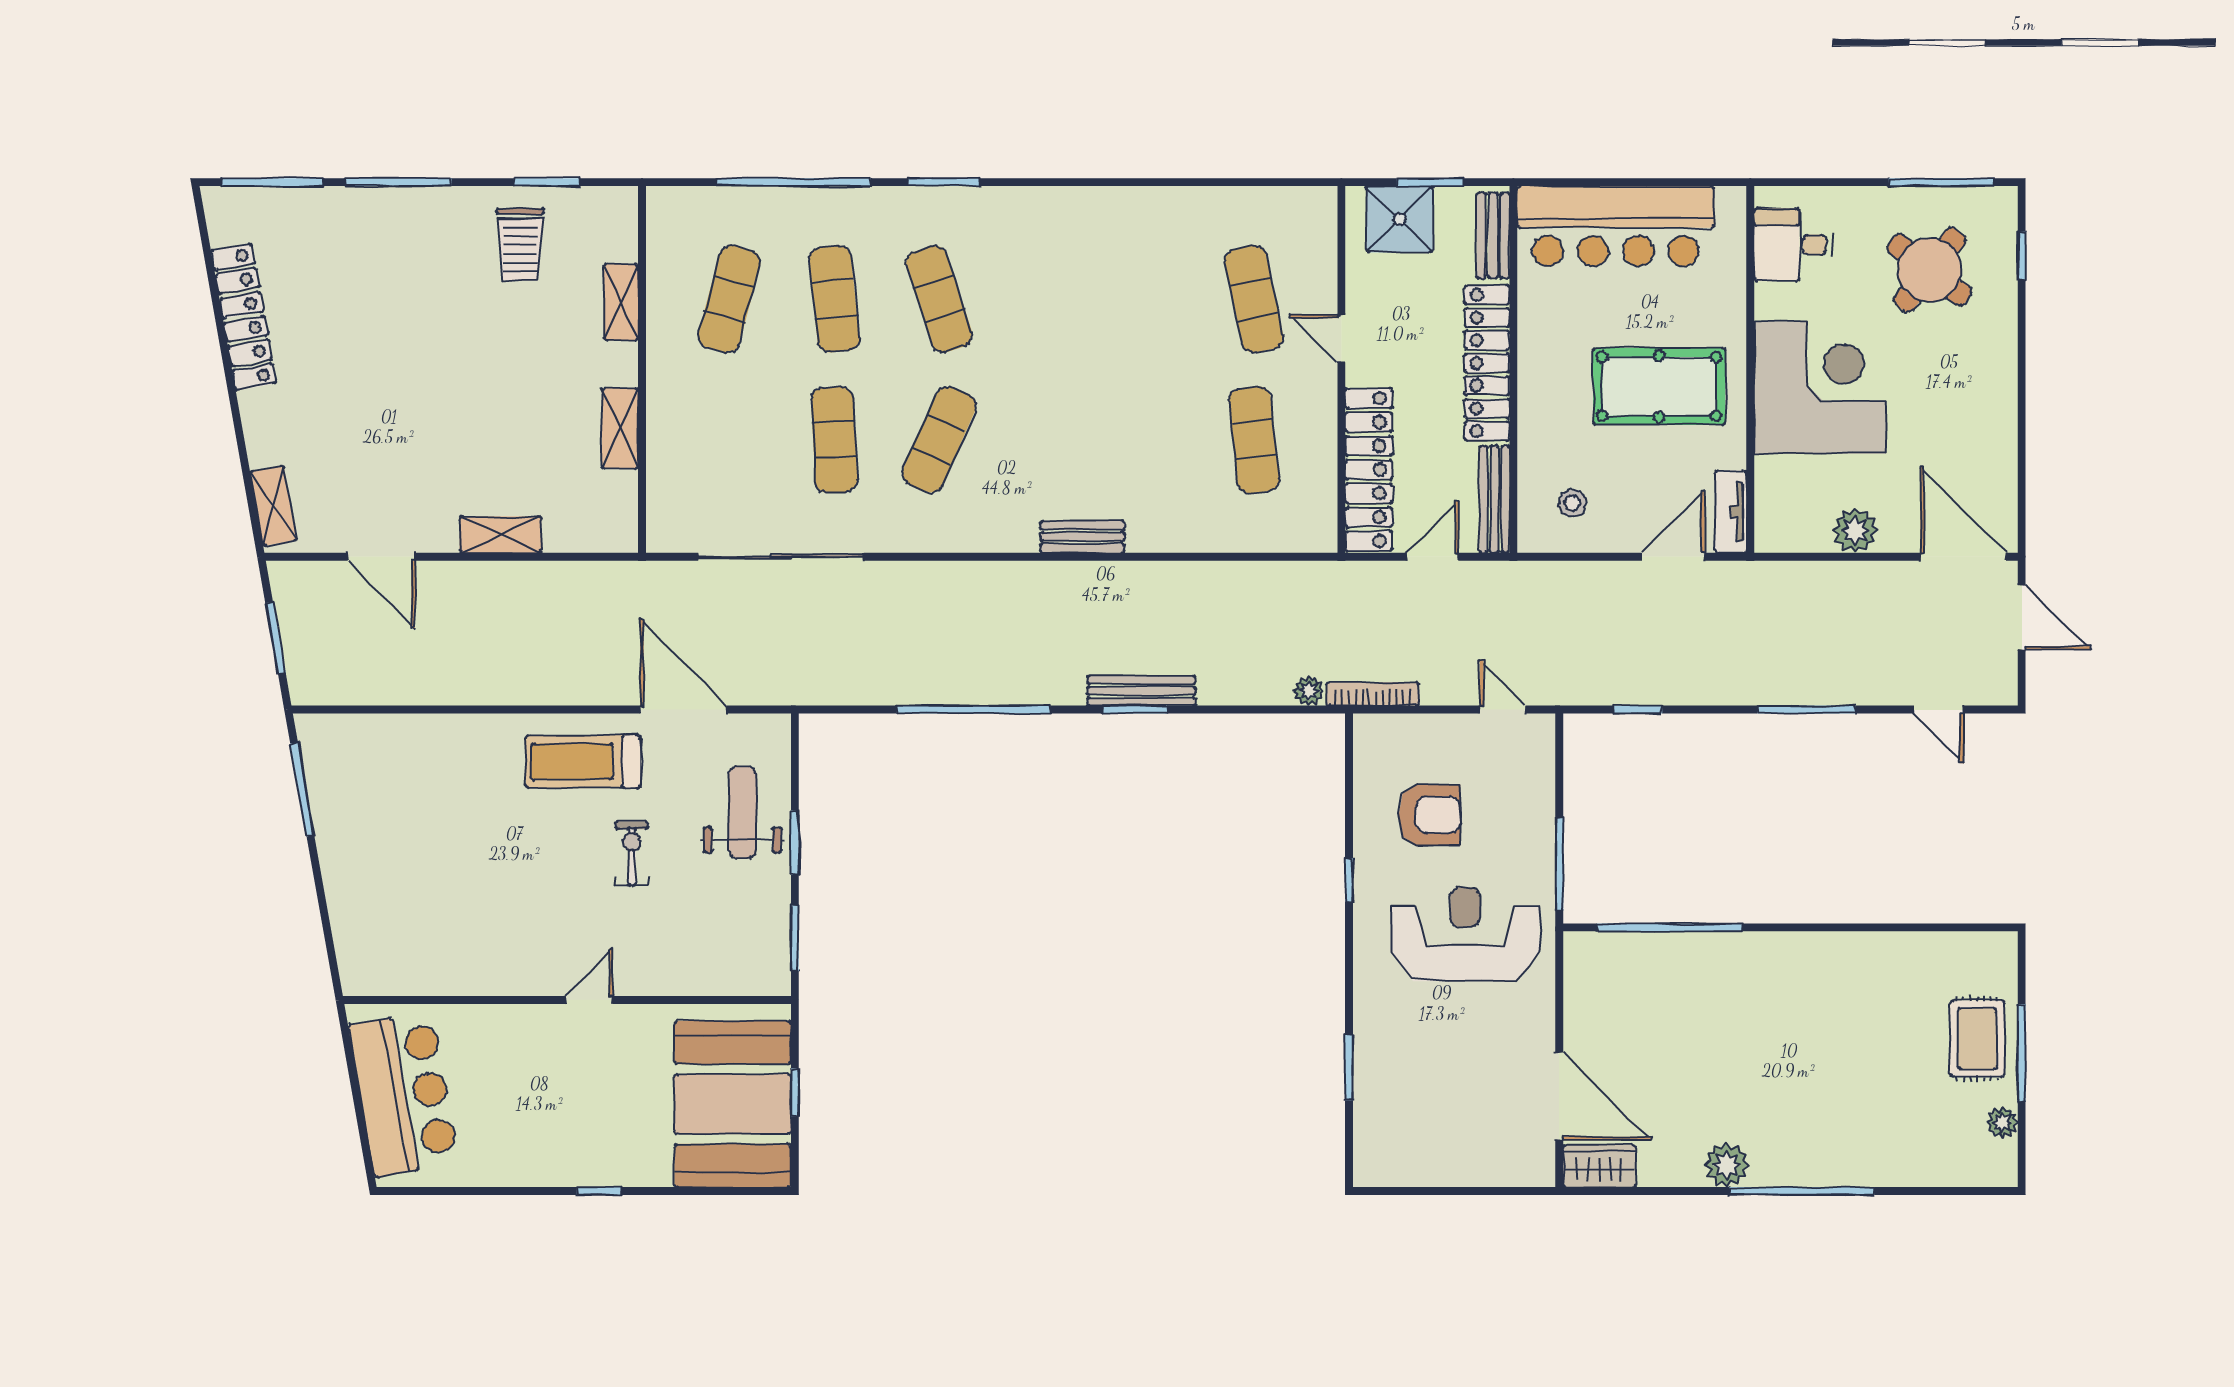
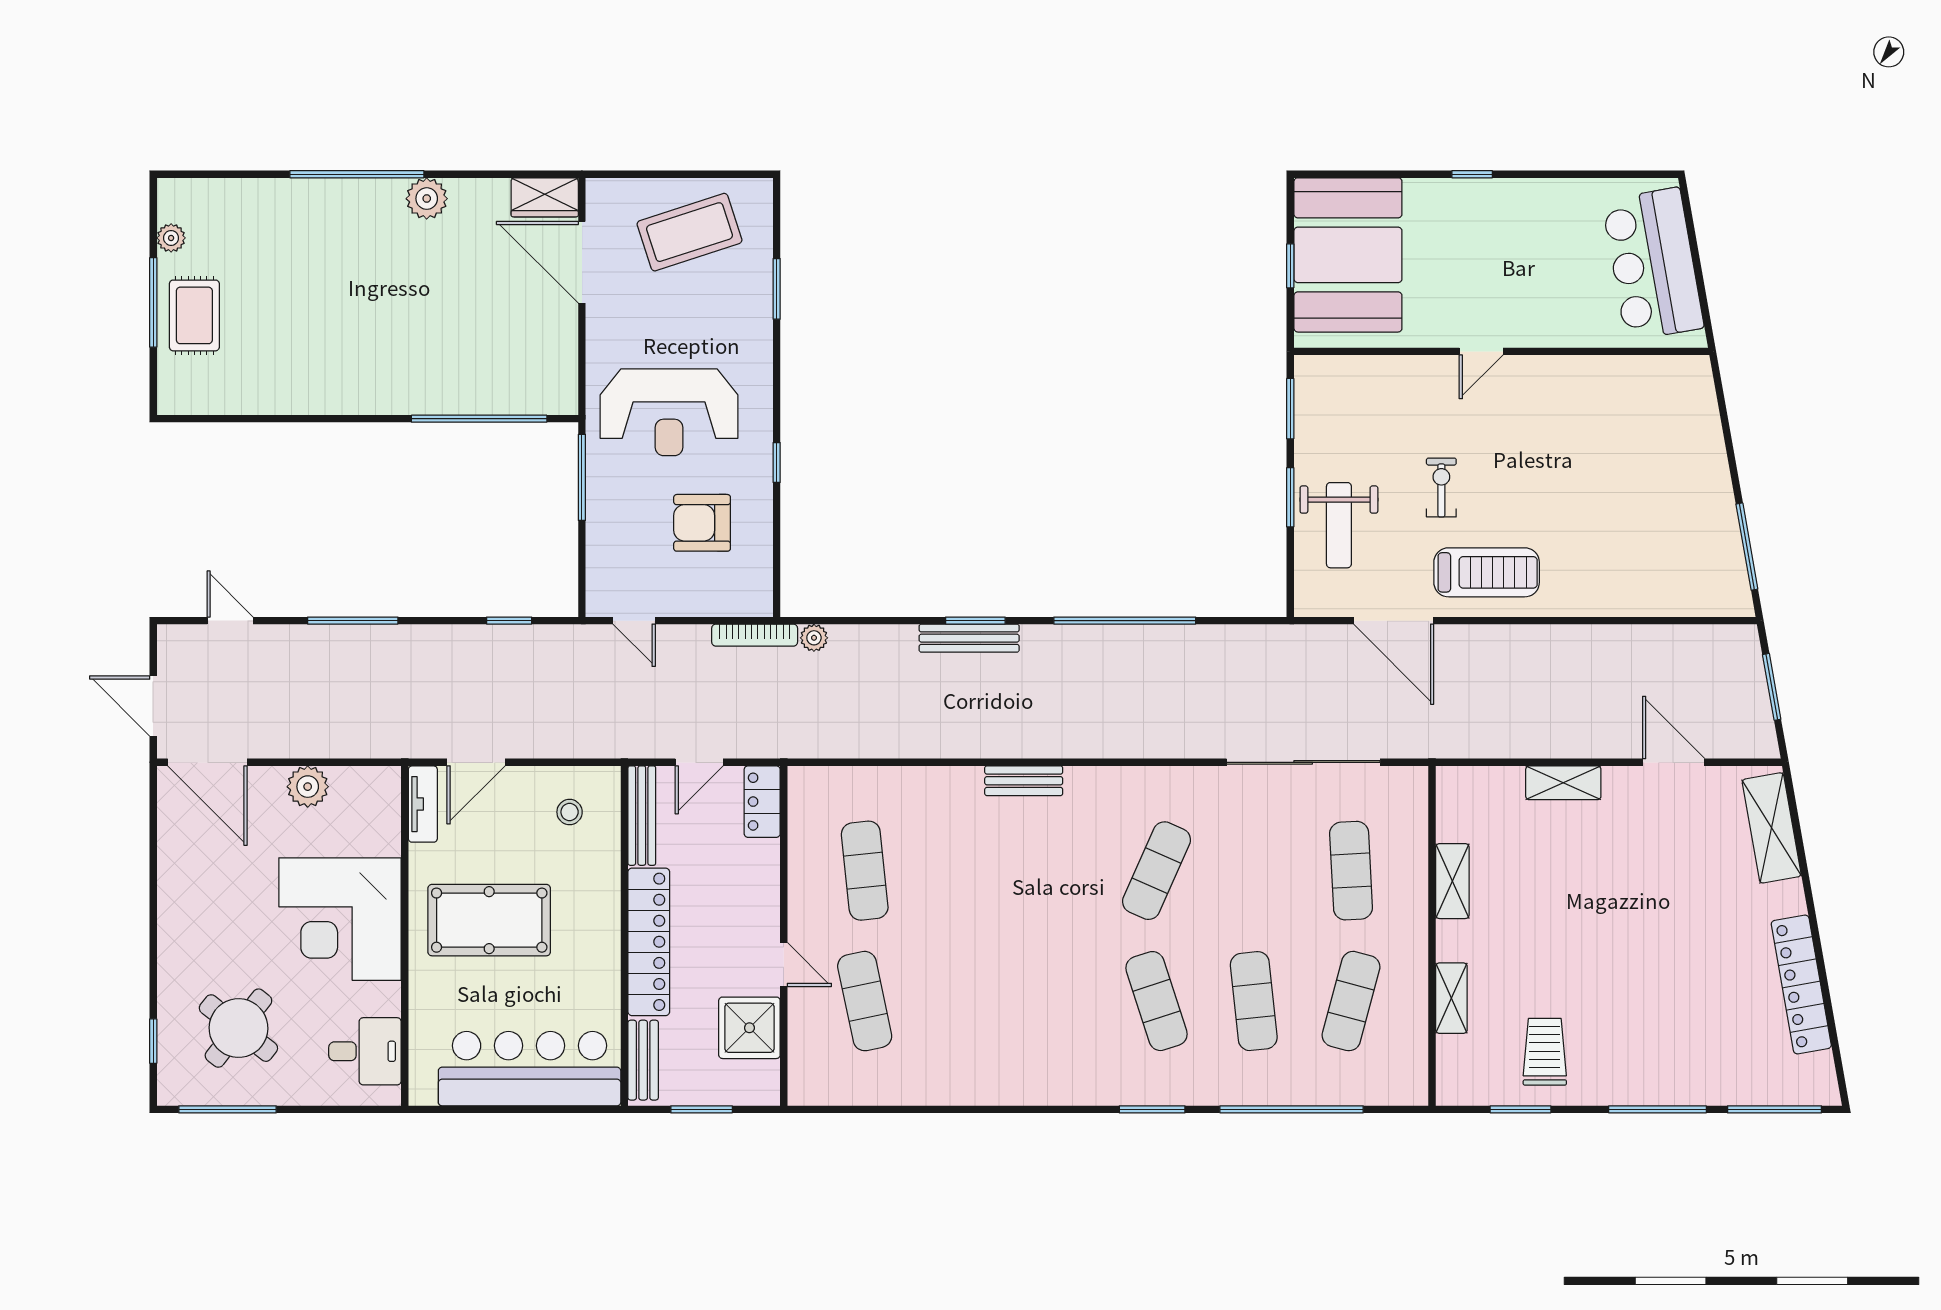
shower: (1399, 219) -> (749, 1028), moved
exercise mat: (834, 440) -> (1351, 871), moved
locker: (1369, 470) -> (762, 802), width x0.46, depth x0.83
shelving: (273, 506) -> (1772, 828), width x1.50, depth x1.33
exercise bike: (632, 853) -> (1441, 487), turned 180
coffee table: (1443, 1129) -> (689, 232), added

